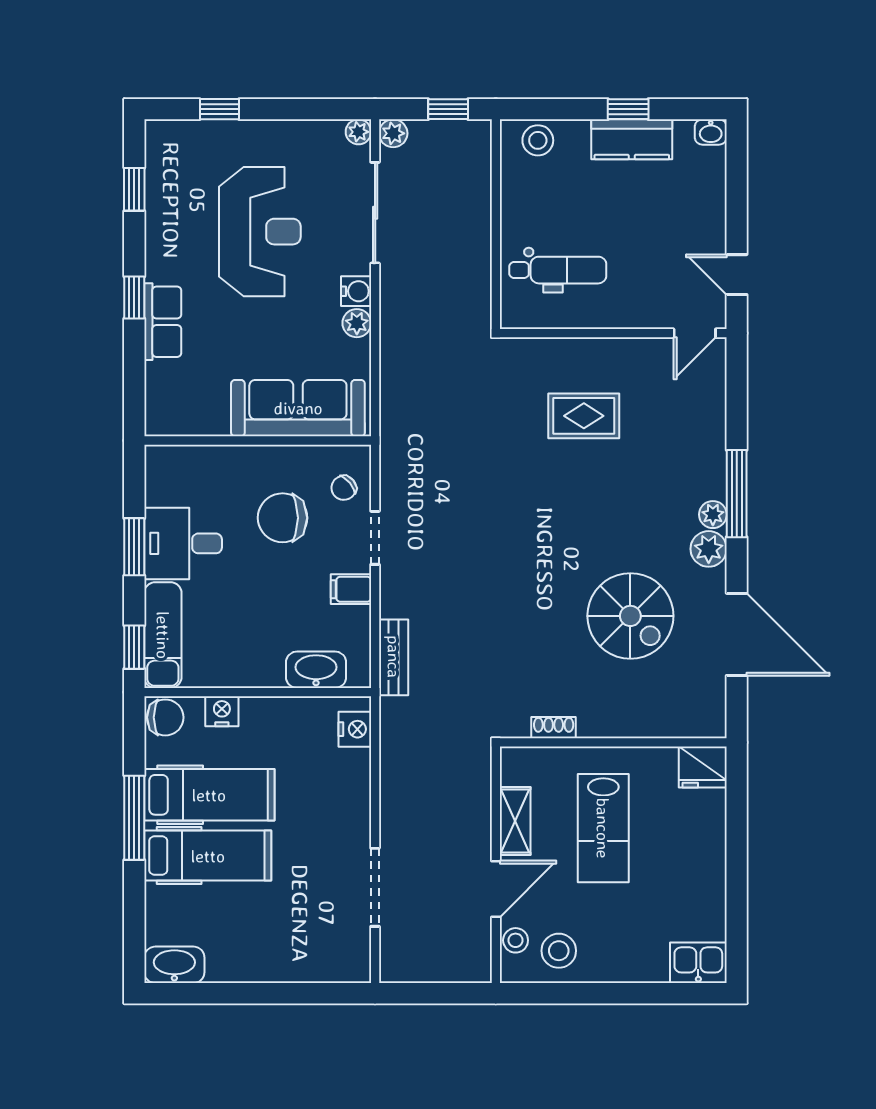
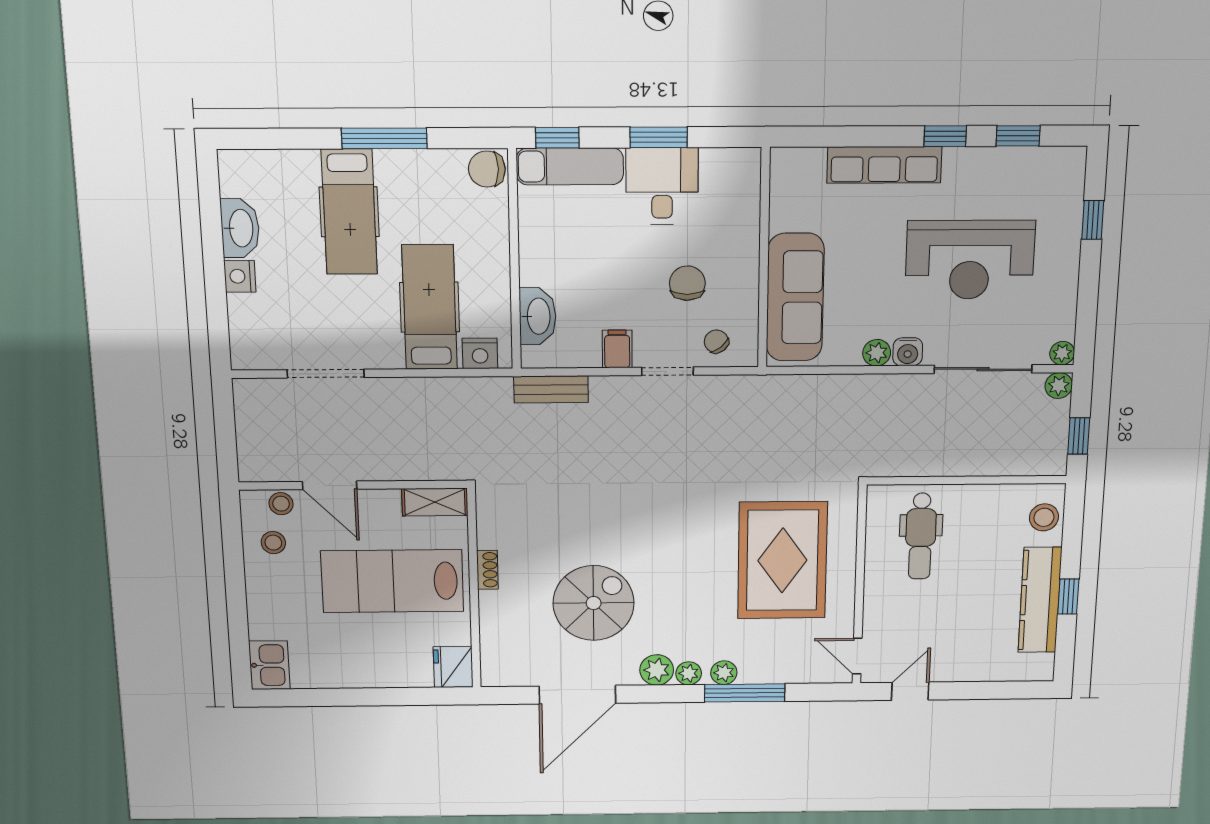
washbasin: (711, 132) -> (1043, 668), removed
kitchen counter: (632, 139) -> (1040, 600), width x1.50
window: (134, 297) -> (945, 136), moved
row of seats: (163, 322) -> (884, 165), width x1.48
rug: (584, 416) -> (782, 560), width x1.86, depth x2.06
plant: (713, 477) -> (724, 673), added
window: (737, 494) -> (745, 693), moved
chair: (283, 518) -> (687, 283), width x0.73, depth x0.73
spiral stairs: (630, 616) -> (594, 603), turned 180
nightstand: (222, 711) -> (240, 276), moved, turned 180
chair: (165, 717) -> (487, 169), turned 90
shoe rack: (554, 728) -> (487, 570), moved
hospital bed: (209, 795) -> (430, 307), moved, turned 180
shelving: (515, 821) -> (435, 502), moved
lab bench: (603, 828) -> (392, 581), width x1.36, depth x1.39
stool: (559, 951) -> (273, 543), width x0.73, depth x0.73
washbasin: (174, 965) -> (240, 228), moved

